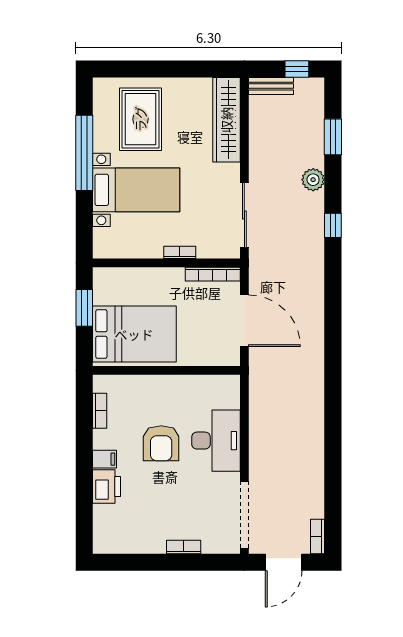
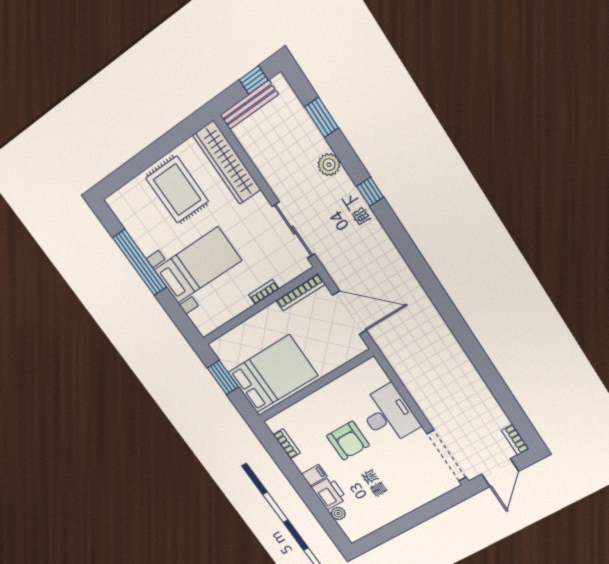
bench: (271, 86) -> (249, 105), width x1.36
rug: (140, 119) -> (177, 190), moved
plant: (101, 513) -> (338, 514), added
bookcase: (184, 547) -> (415, 503), removed

